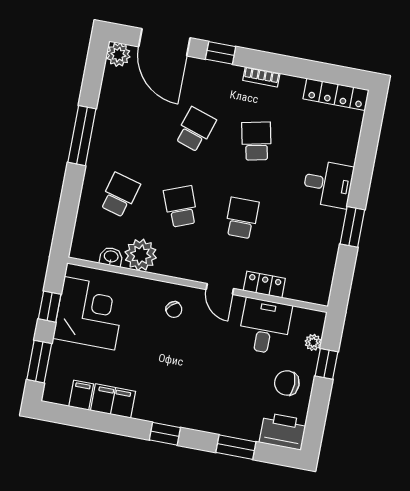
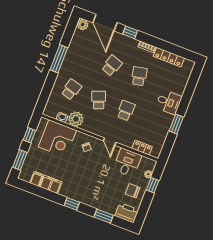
locker: (336, 94) -> (169, 57), moved
locker: (264, 285) -> (142, 148), moved
corner desk: (89, 313) -> (57, 139), moved, turned 90

